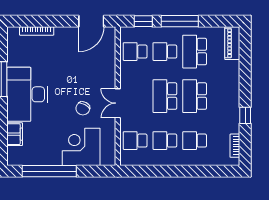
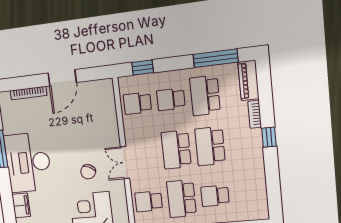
door: (91, 21) -> (62, 78), moved
window: (180, 21) -> (216, 58), moved
window: (245, 115) -> (269, 137), moved
school desk: (165, 141) -> (181, 199), width x1.85
bookcase: (235, 146) -> (255, 114), moved

